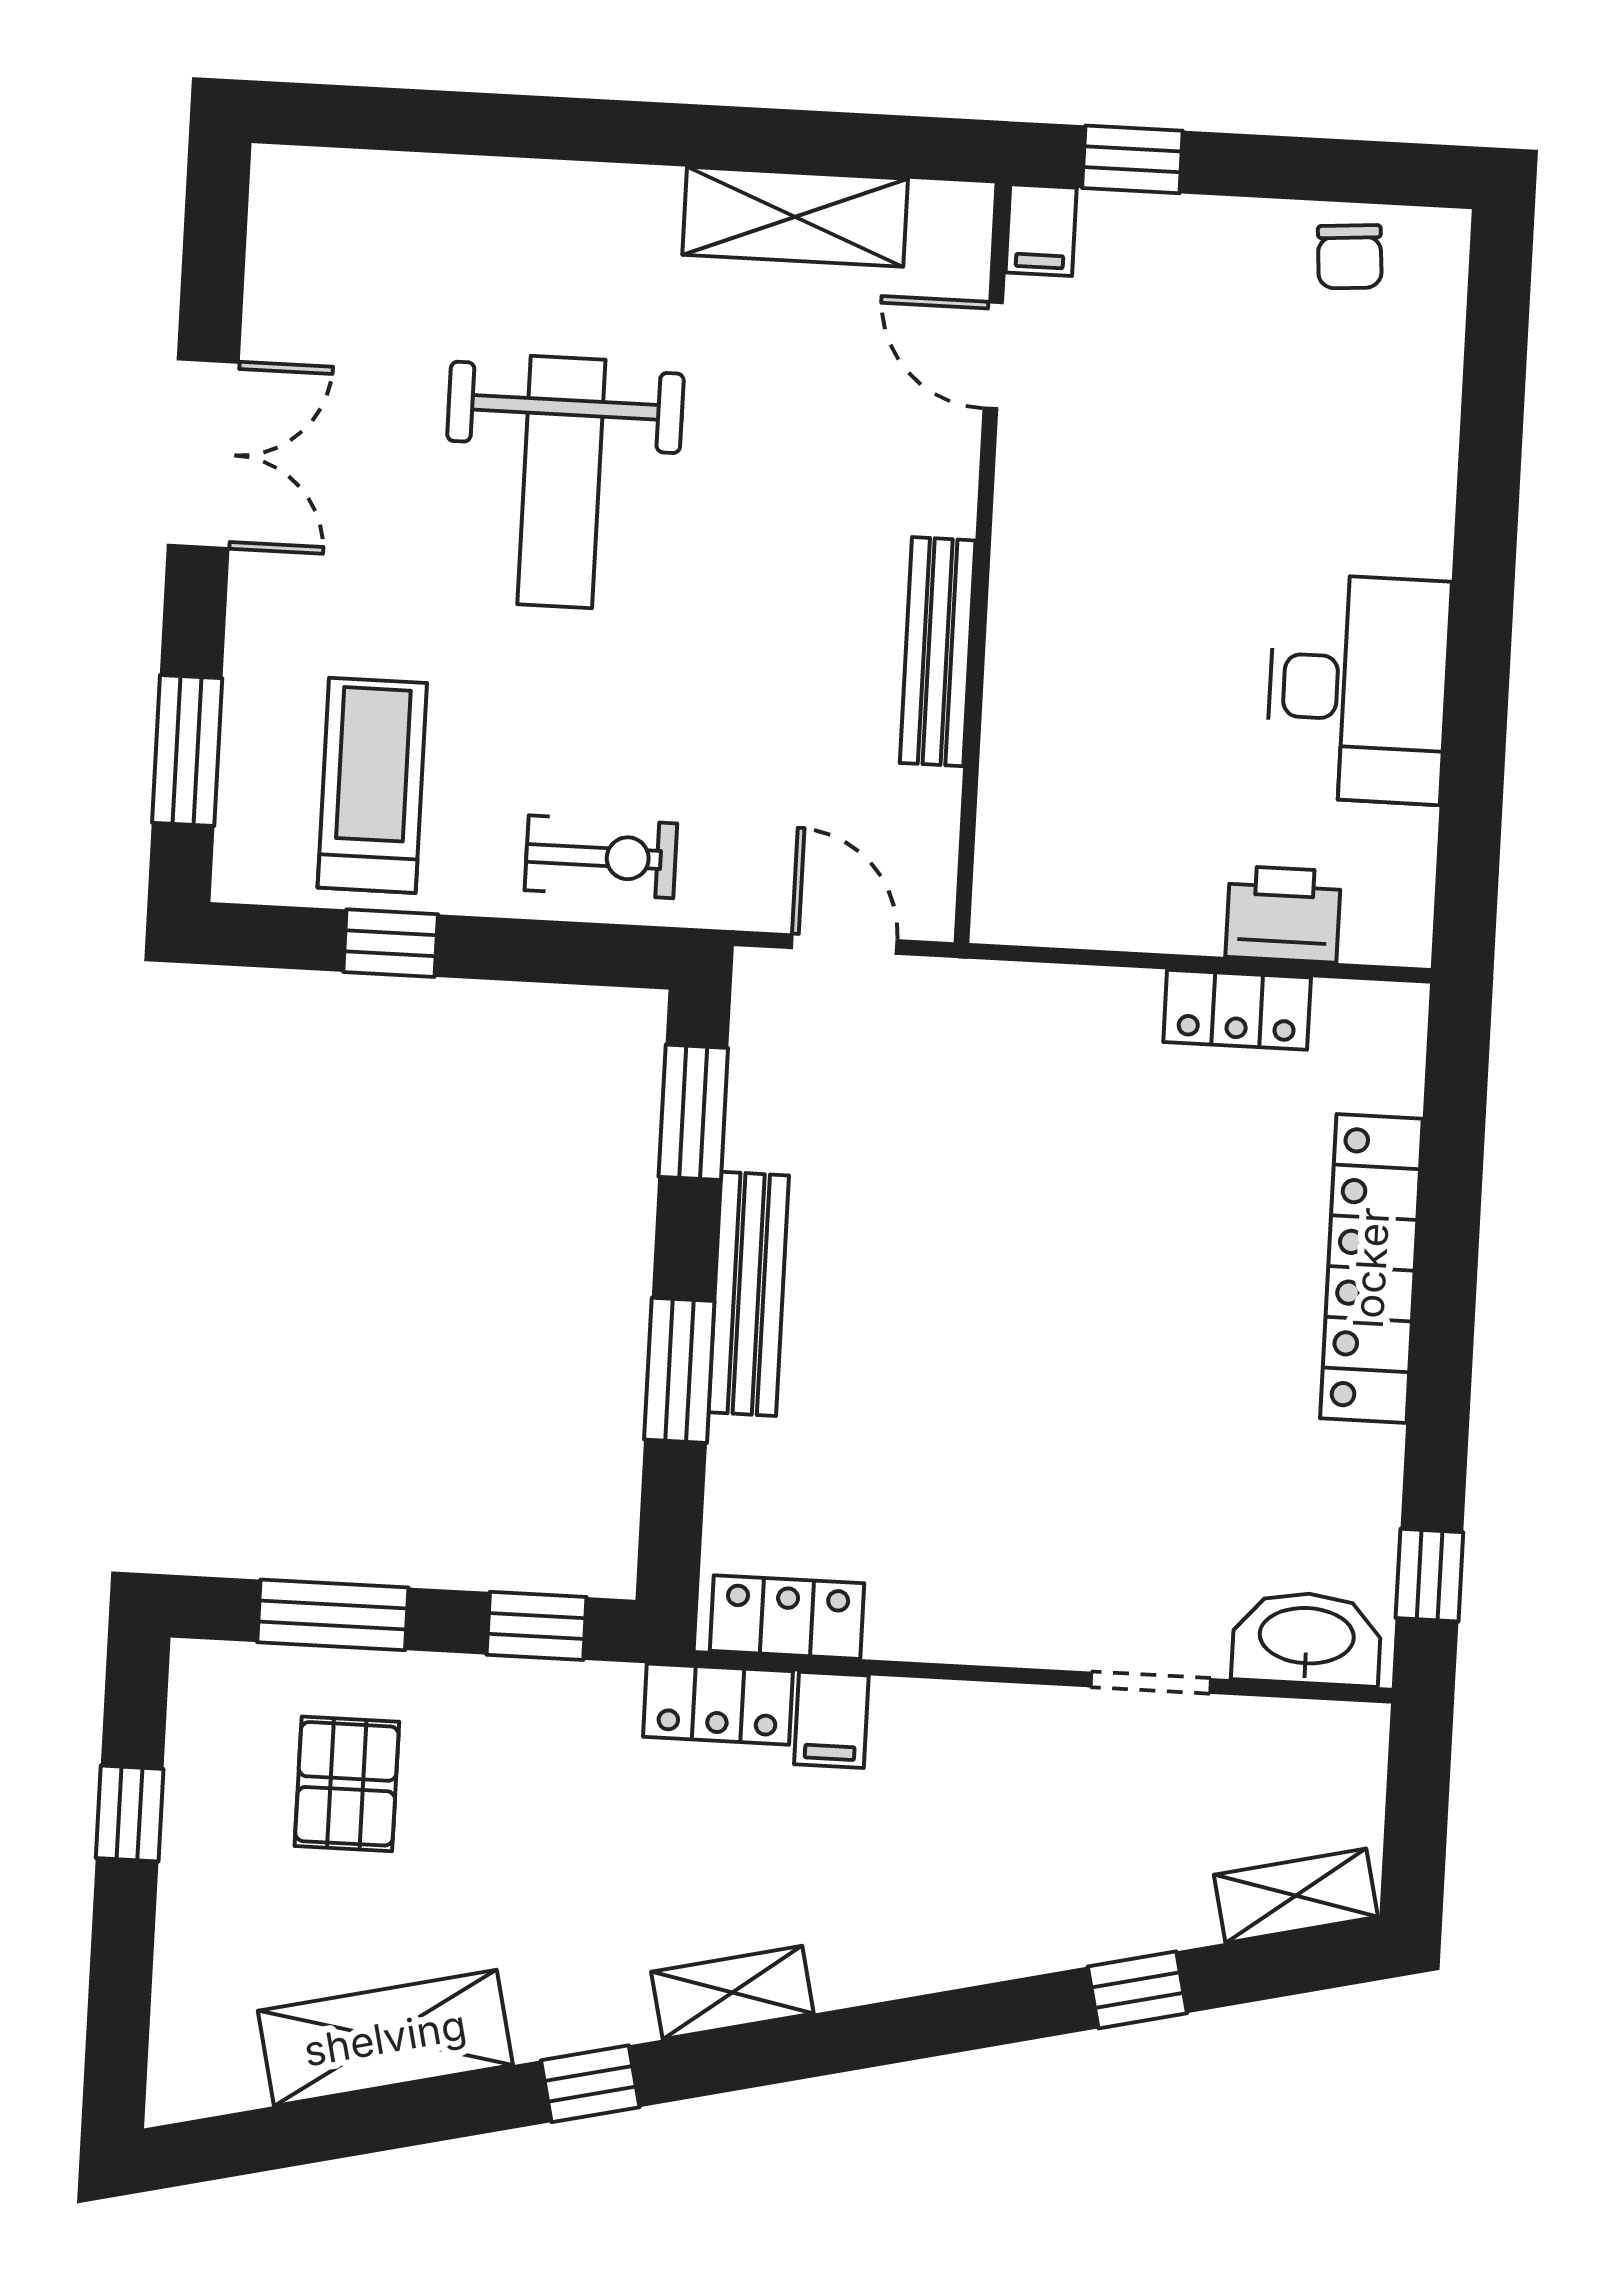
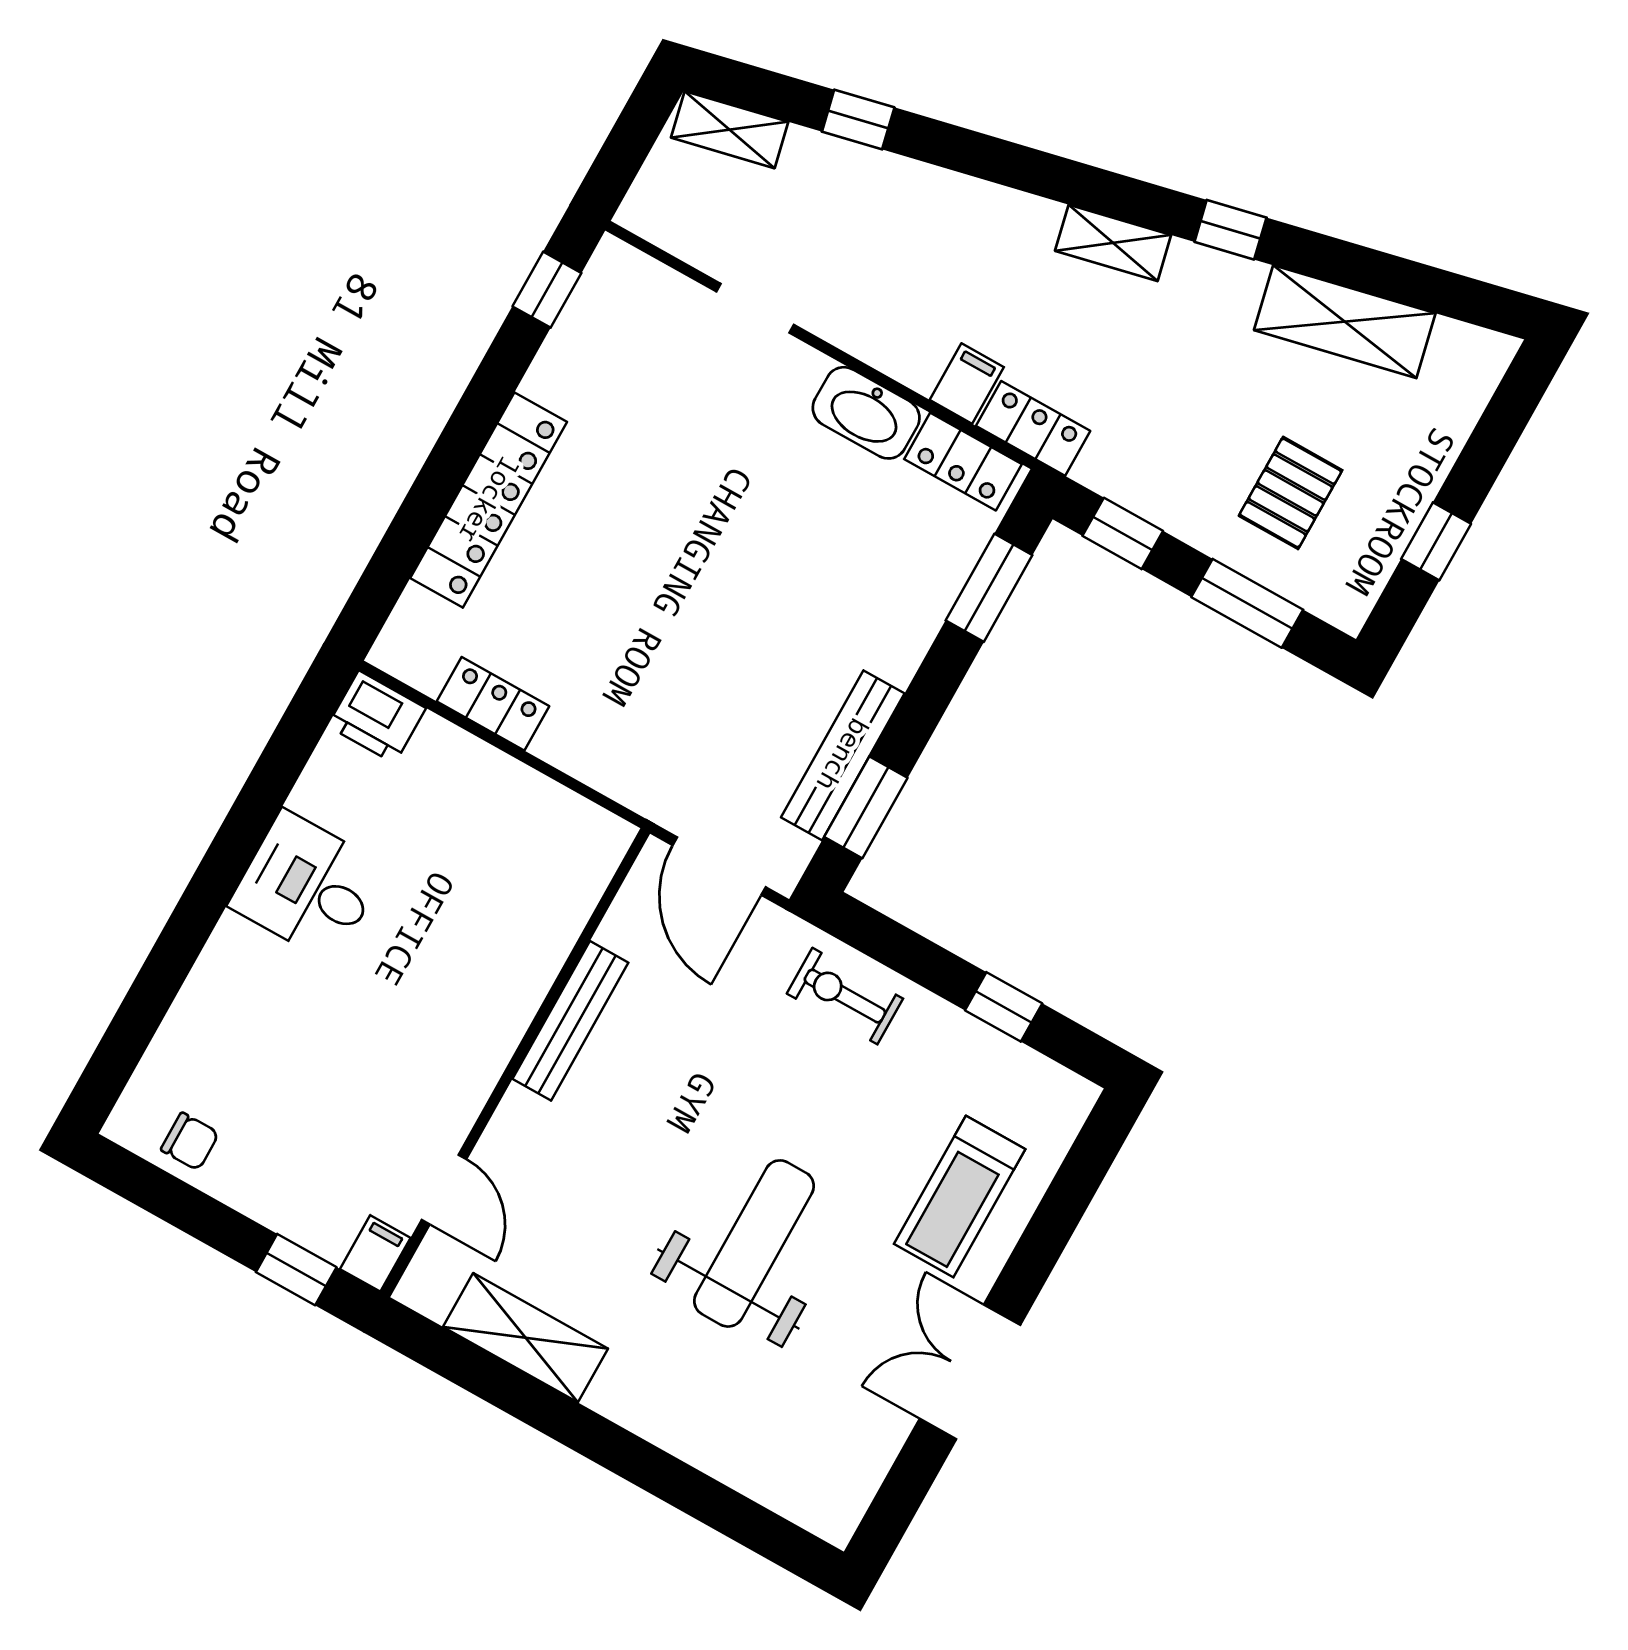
chair: (1350, 257) -> (190, 1141), turned 94
desk: (1358, 689) -> (308, 886), width x0.73
window: (187, 751) -> (1072, 1191), removed
treadmill: (372, 785) -> (960, 1197), moved
printer: (1283, 914) -> (377, 717), moved
door: (844, 944) -> (719, 866), width x1.38
bench: (749, 1294) -> (843, 755), moved
window: (679, 1370) -> (989, 588), moved
washbasin: (1307, 1638) -> (866, 413), moved

